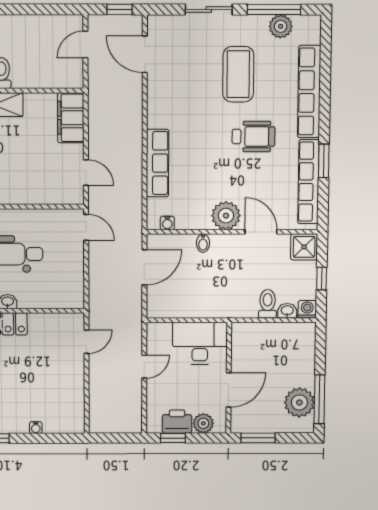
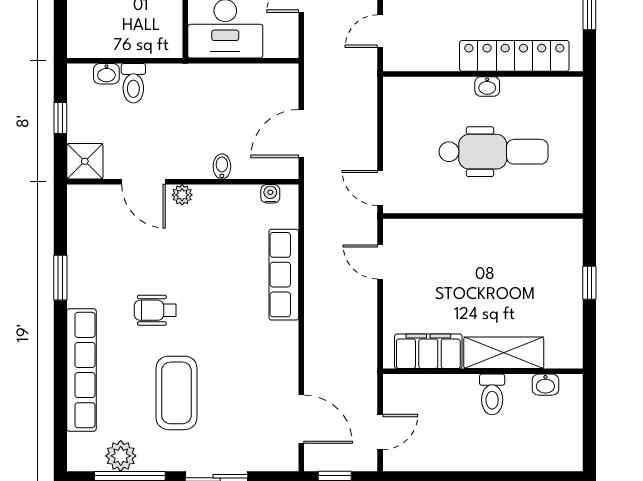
filing cabinet: (71, 118) -> (428, 351), moved, turned -90
wheelchair: (253, 137) -> (155, 310), width x0.73, depth x0.73
row of seats: (308, 182) -> (80, 250), removed
plant: (226, 216) -> (182, 195), width x0.53, depth x0.53
washing machine: (307, 309) -> (79, 76), removed

